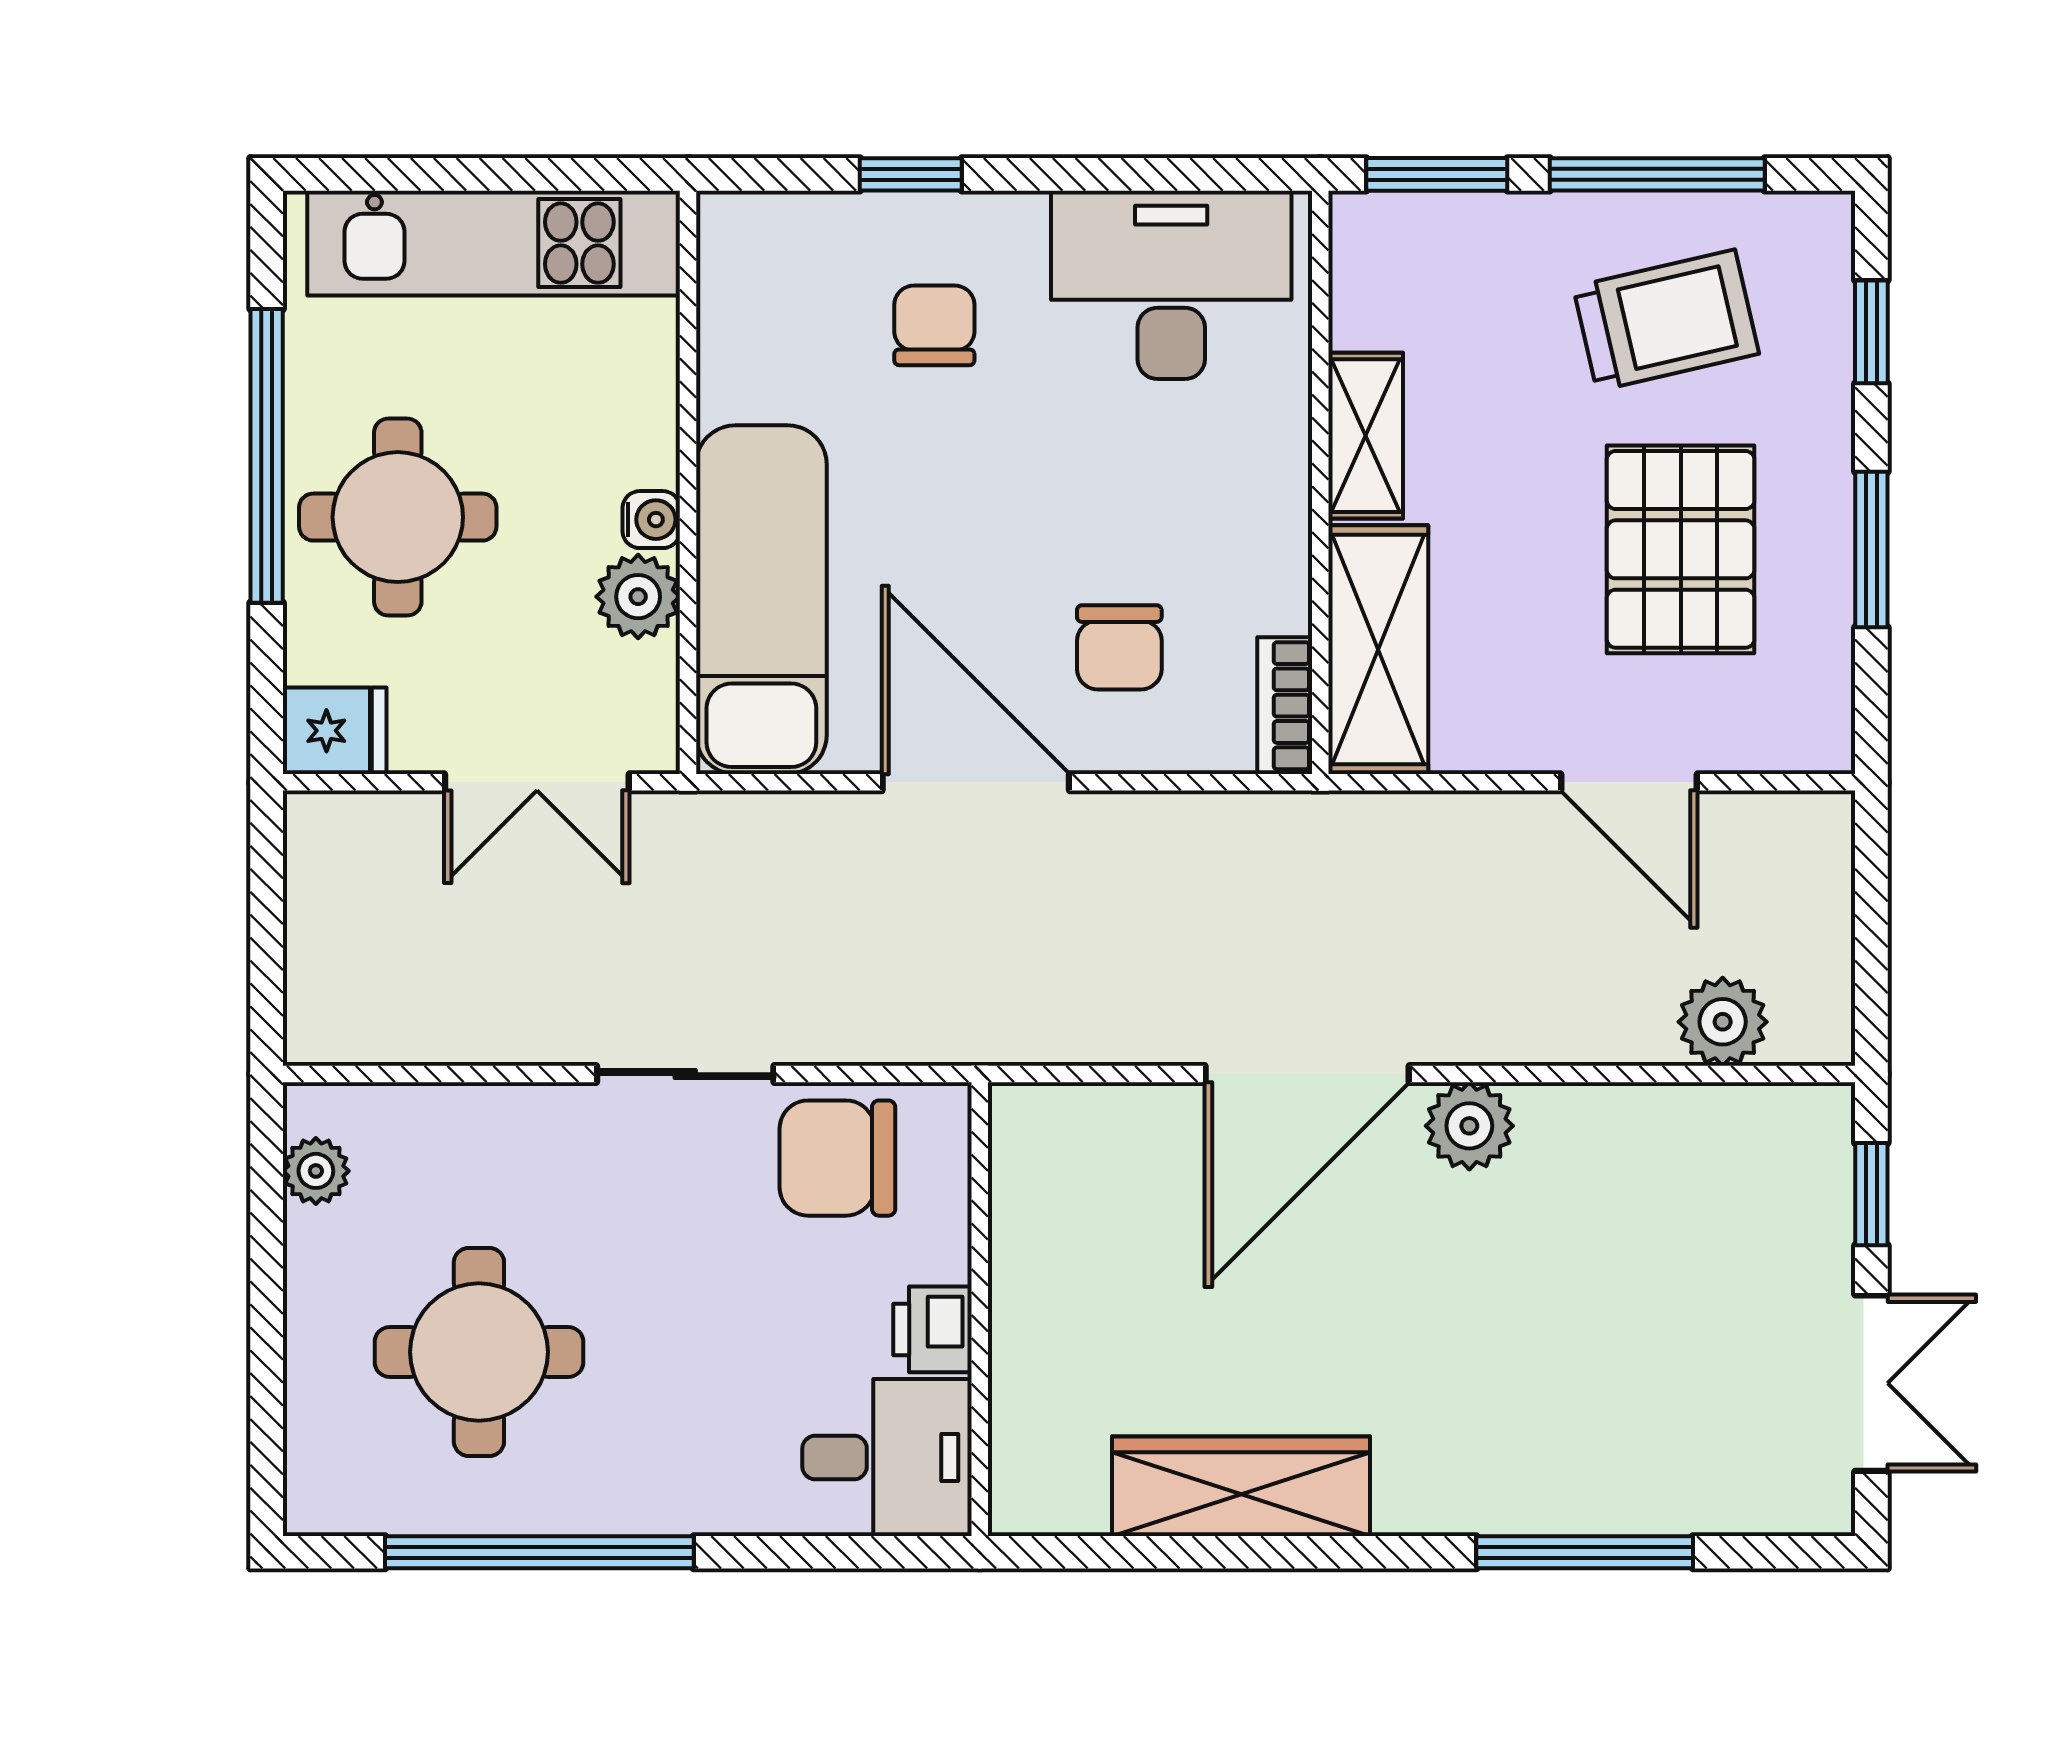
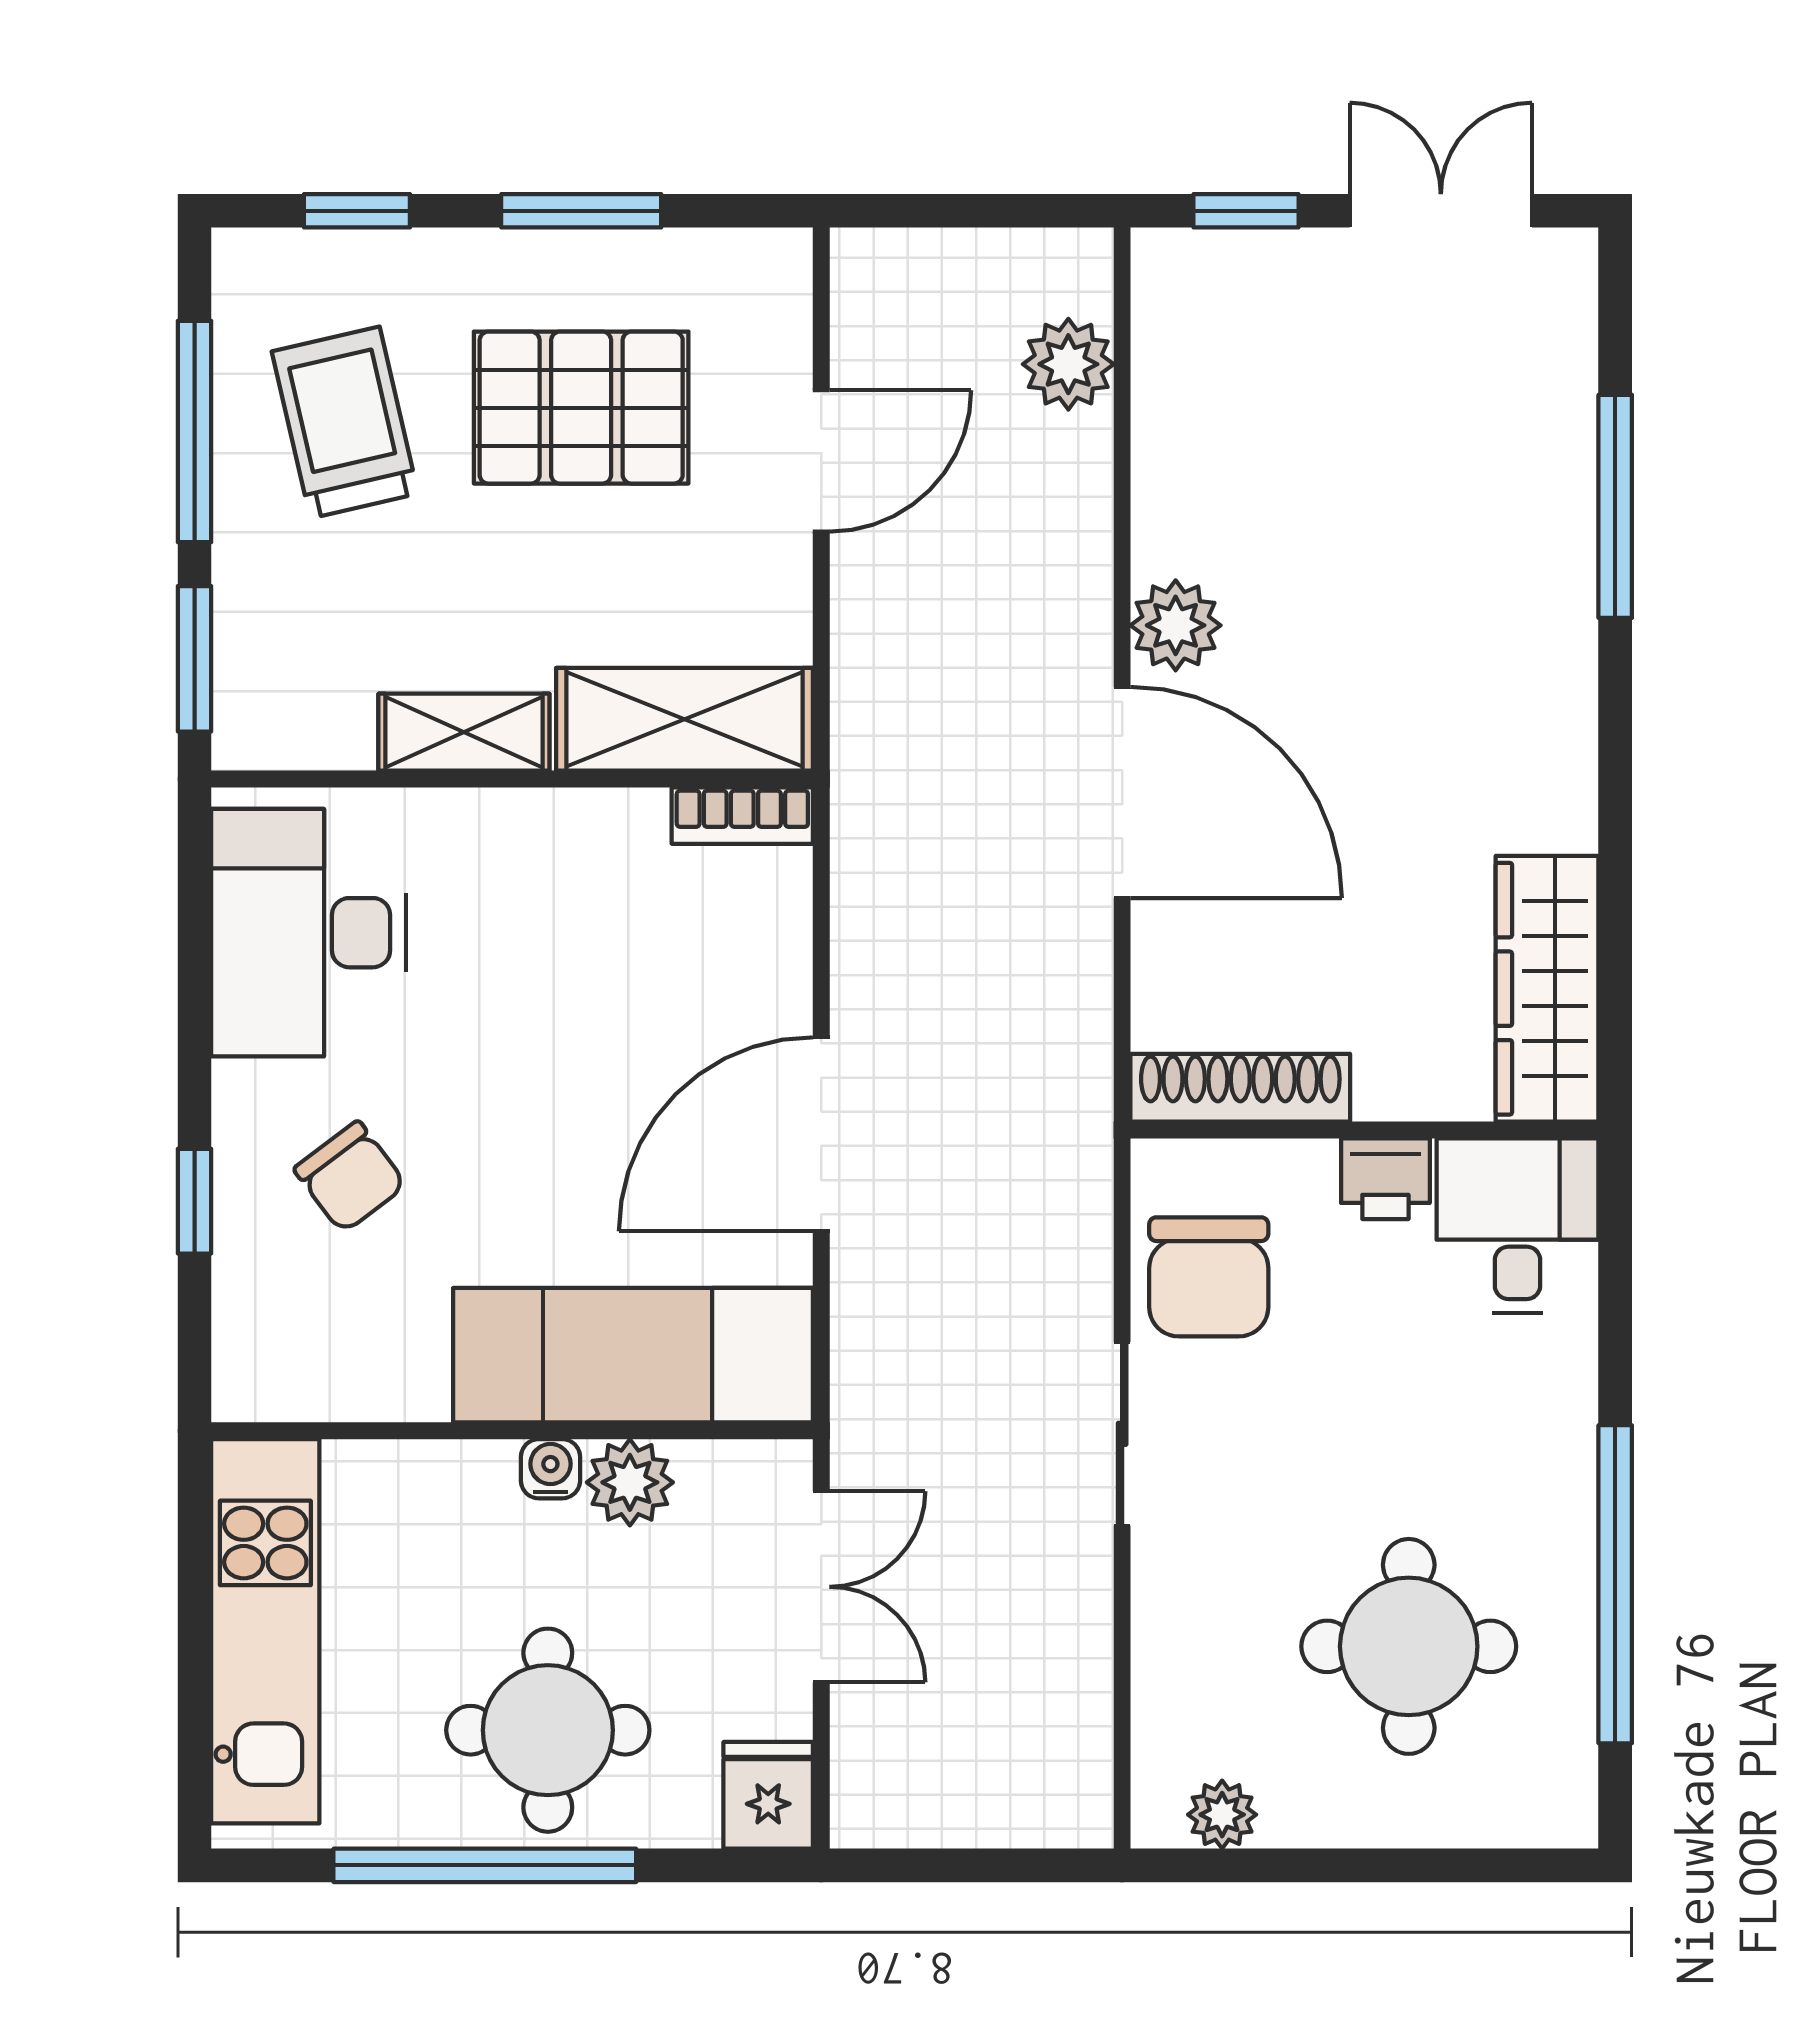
chair: (934, 325) -> (350, 1177), turned -127
chair: (1119, 647) -> (682, 986), removed
shoe rack: (1021, 1189) -> (1240, 1088), added
wardrobe: (1241, 1486) -> (1547, 989), moved

